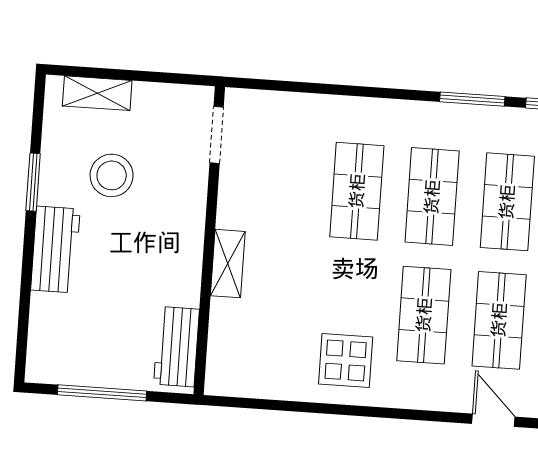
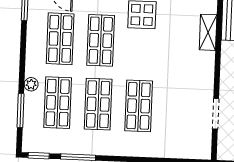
doorway: (217, 135) -> (216, 114), moved
shelving: (228, 264) -> (208, 32), moved

